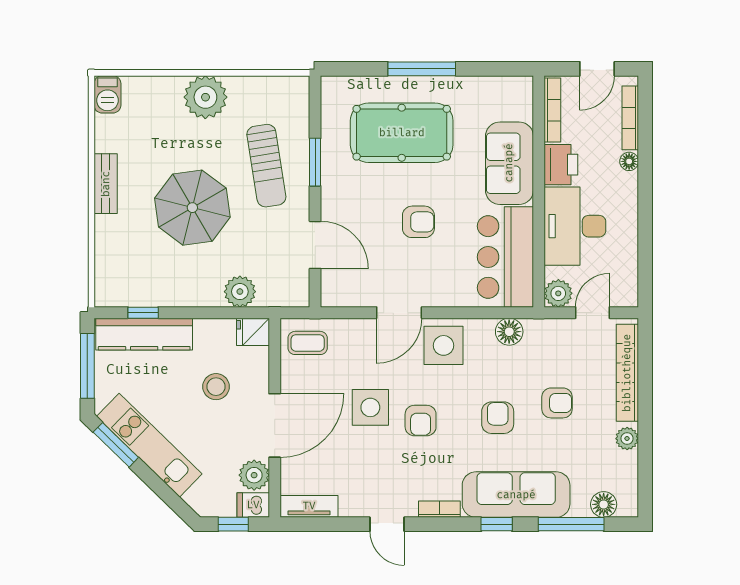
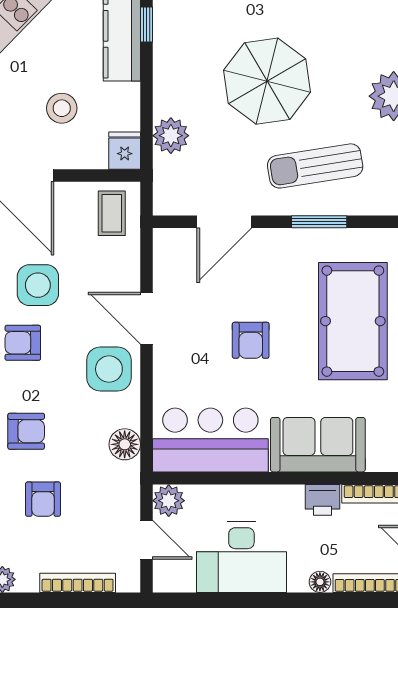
printer: (561, 165) -> (323, 500), width x0.73, depth x0.81
desk: (575, 226) -> (241, 557), moved, turned 180
bookcase: (627, 373) -> (78, 583), width x0.68, depth x0.76

